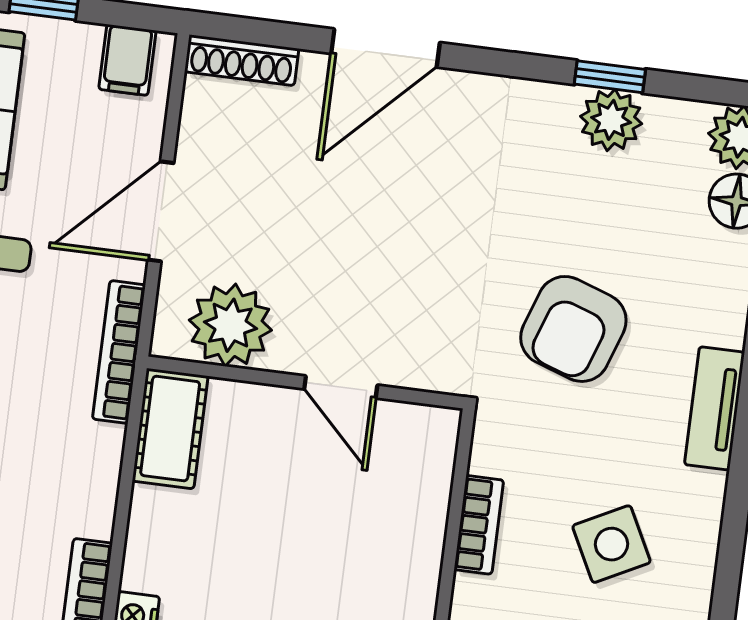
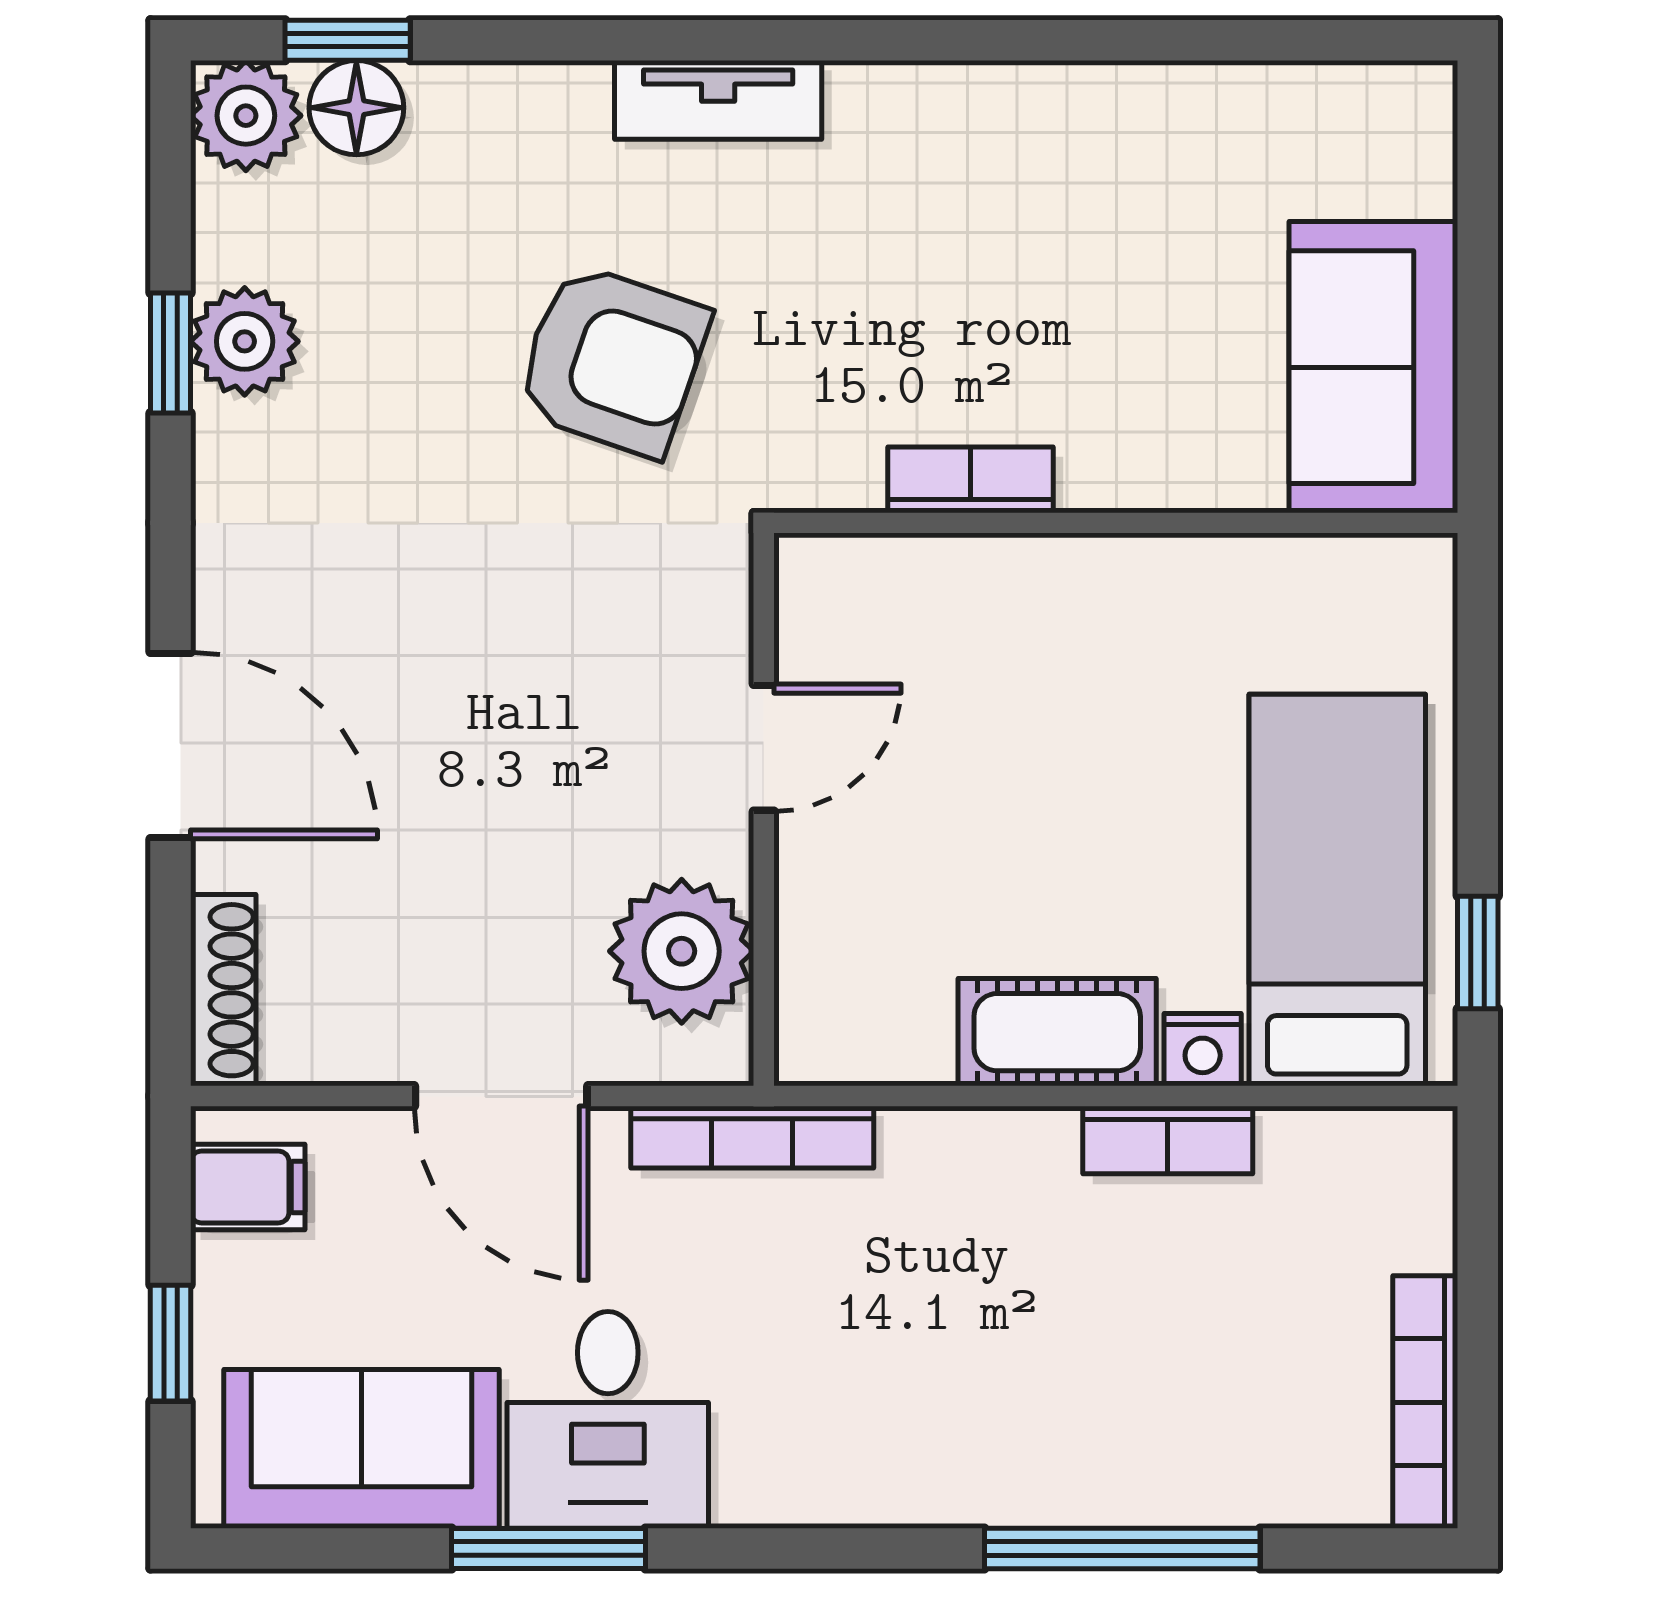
cot: (170, 429) -> (1057, 1032), moved
side table: (611, 544) -> (974, 247), removed

